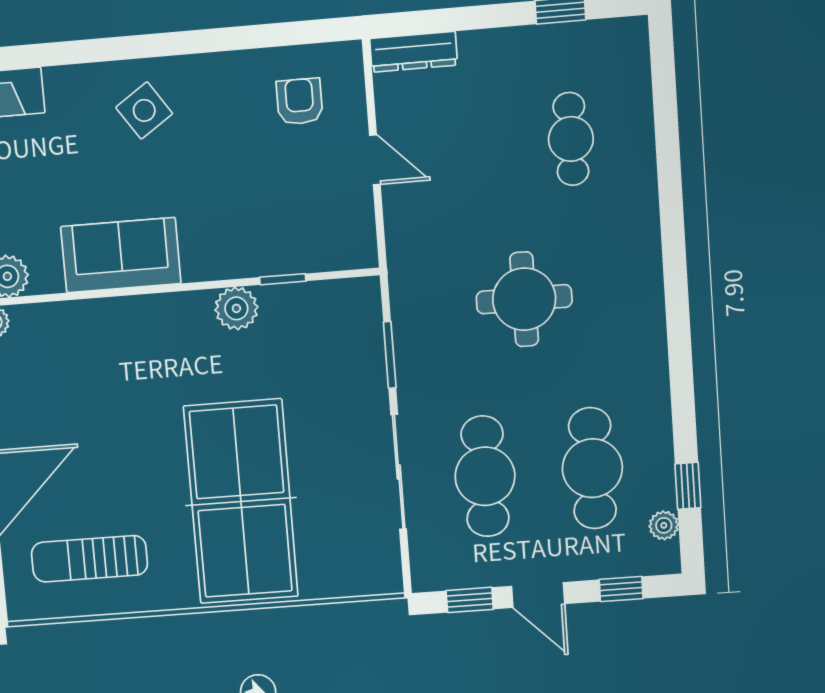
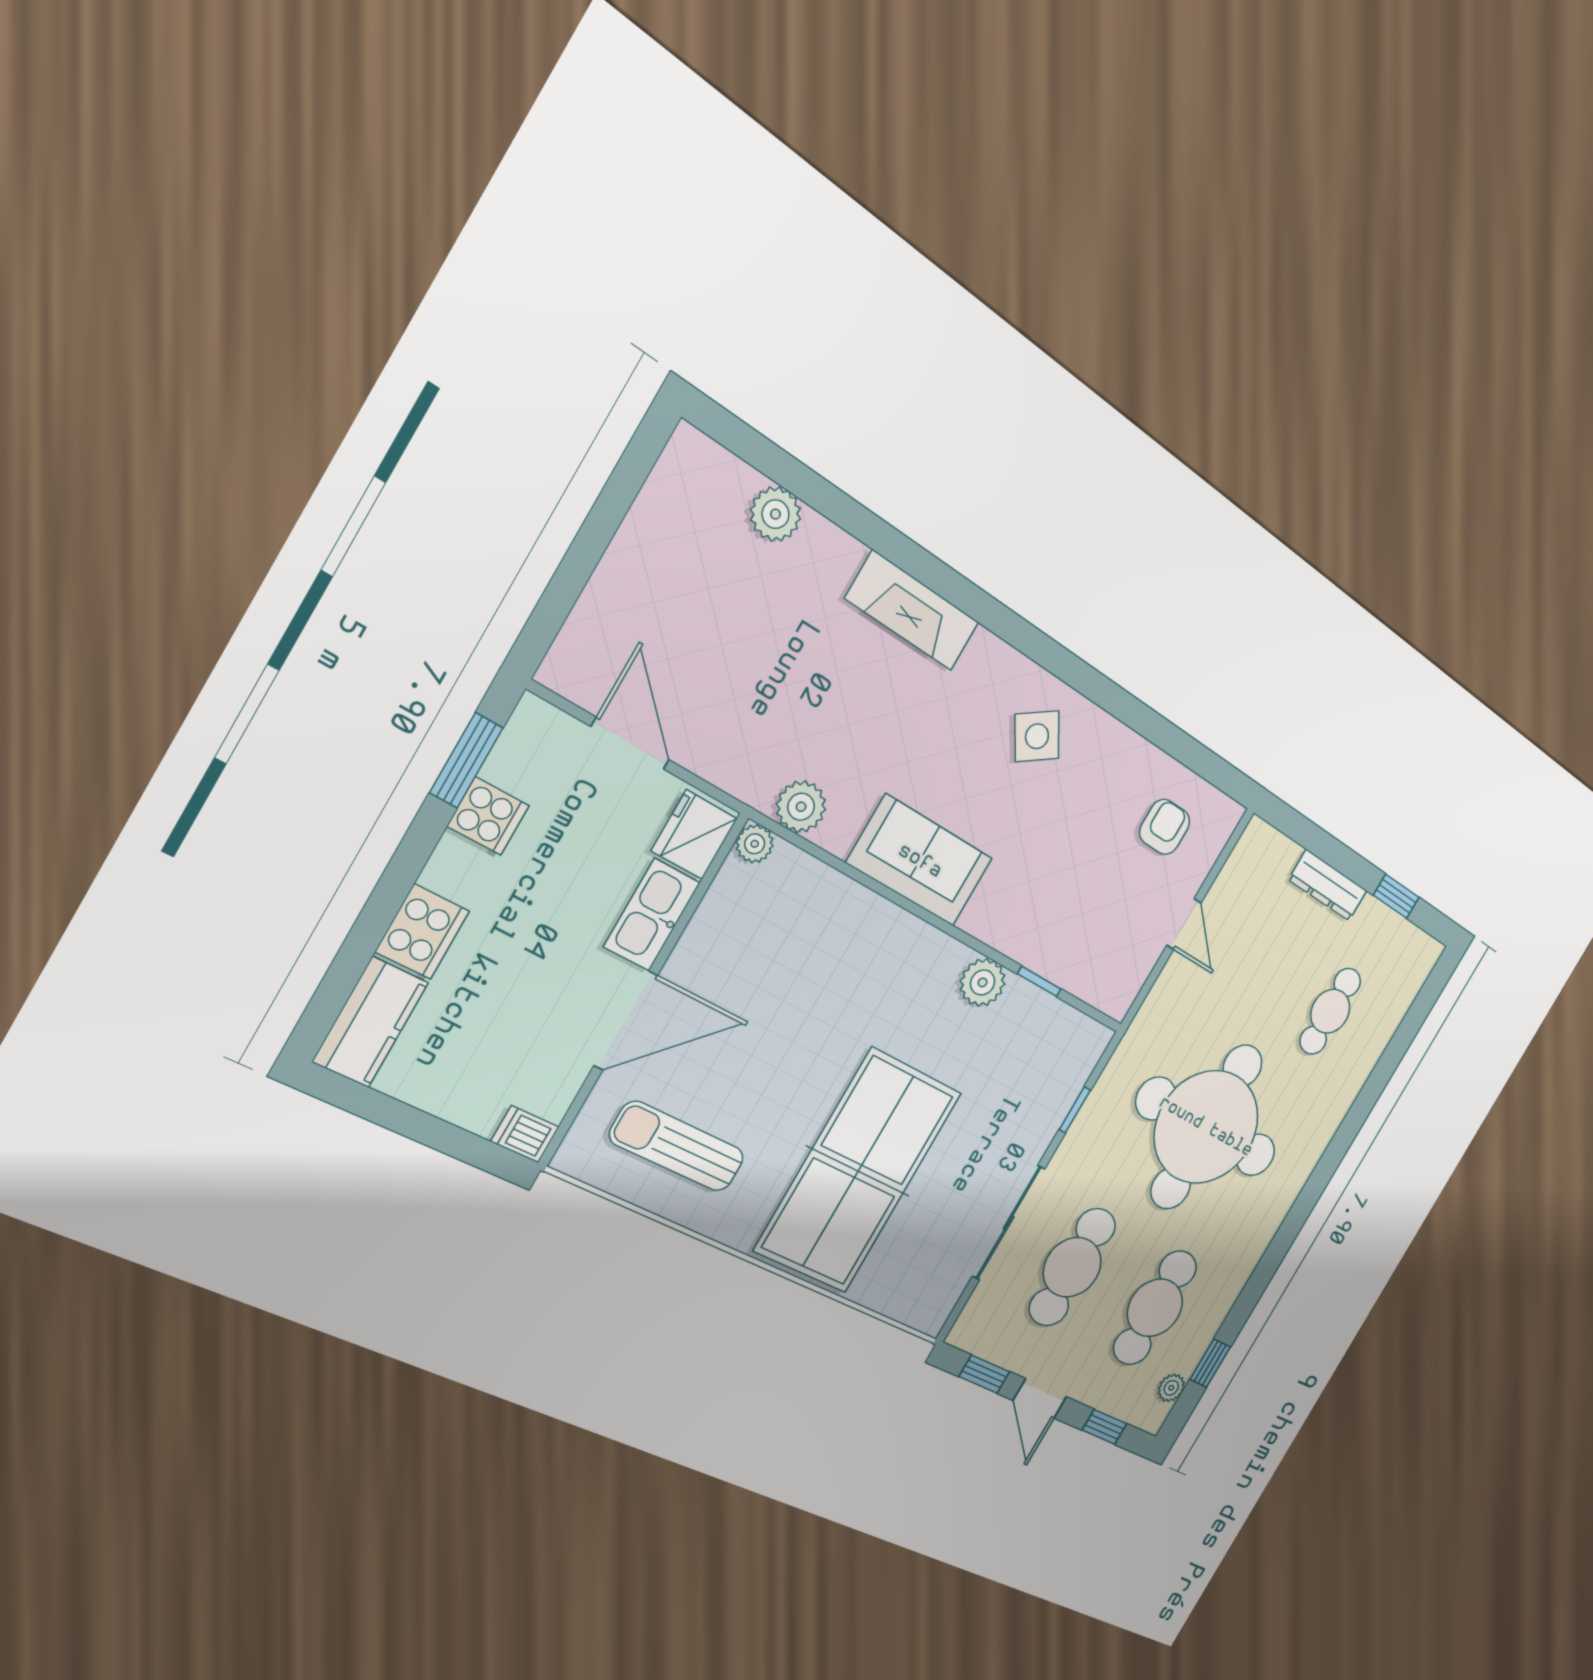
dresser: (414, 52) -> (1328, 885), moved
round table: (524, 299) -> (1206, 1127), width x1.86, depth x1.86
window: (390, 355) -> (1075, 1110), width x0.67

